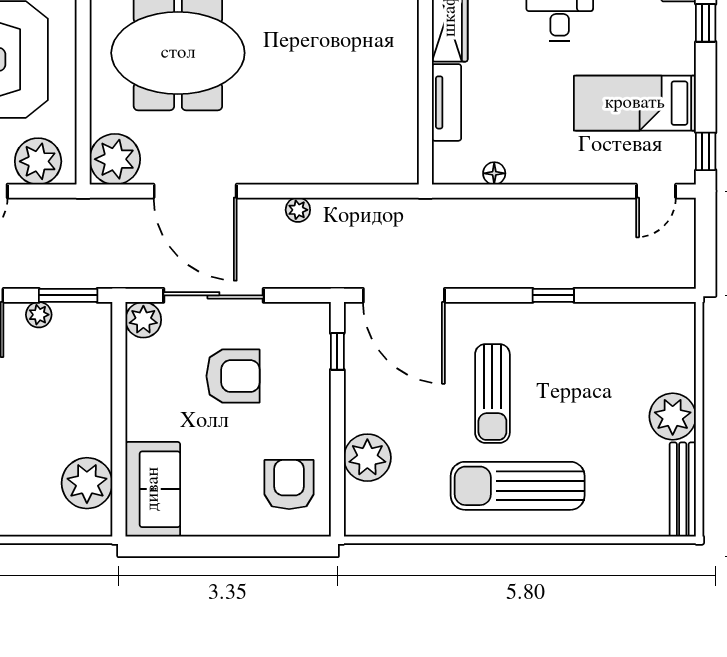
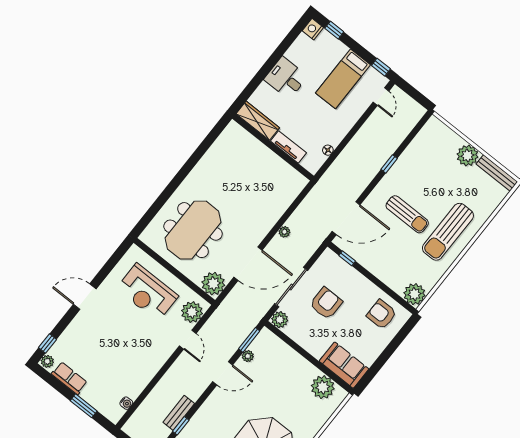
plant: (367, 458) -> (414, 294), moved

